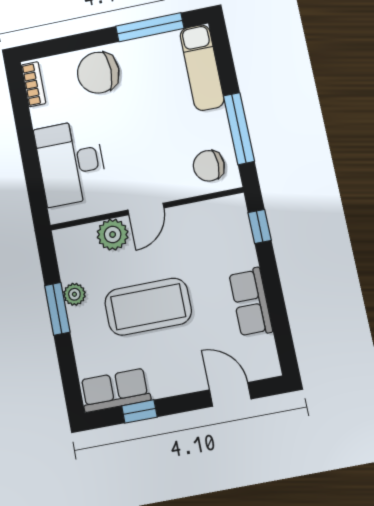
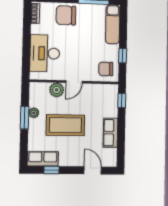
window: (239, 128) -> (123, 56), width x0.46

